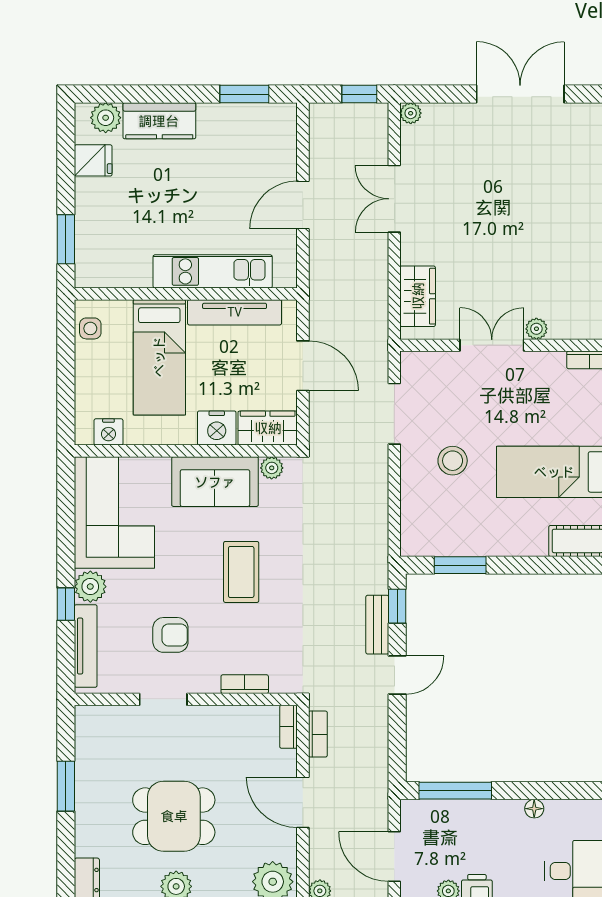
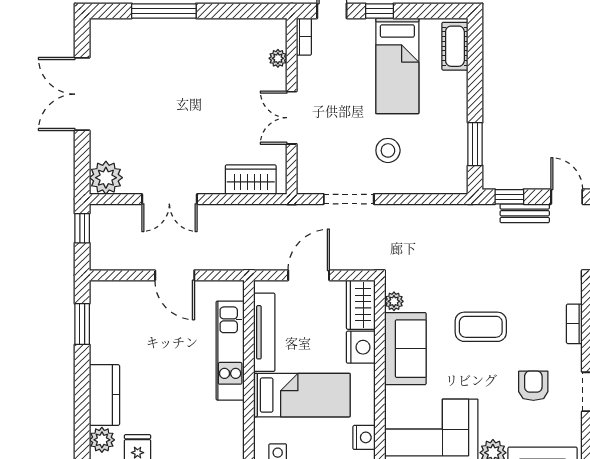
plant: (411, 113) -> (106, 178), width x1.87, depth x1.87
plant: (536, 329) -> (278, 58), moved

